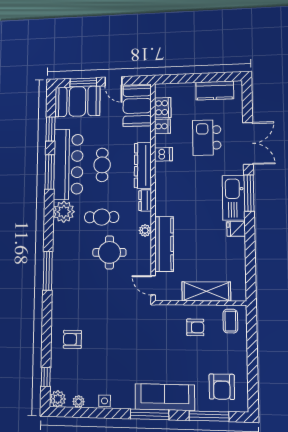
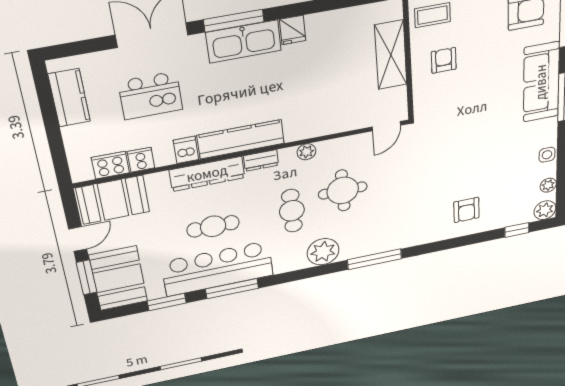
plant: (64, 212) -> (323, 252), moved
kitchen counter: (164, 244) -> (241, 139), moved

